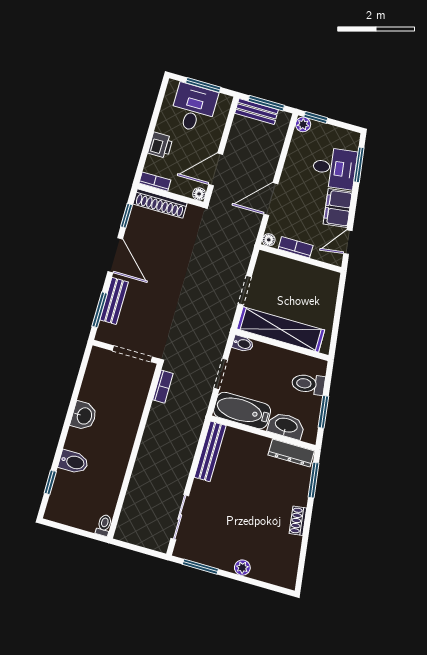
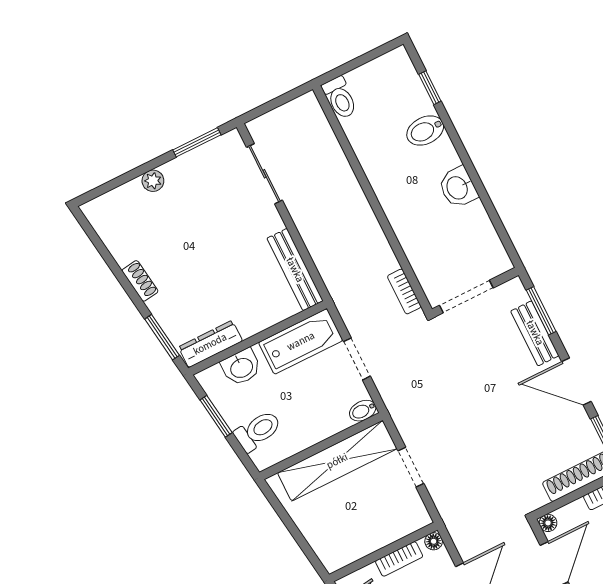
washbasin: (286, 426) -> (241, 367), width x0.72
toilet: (104, 525) -> (340, 98), width x1.37, depth x1.39

